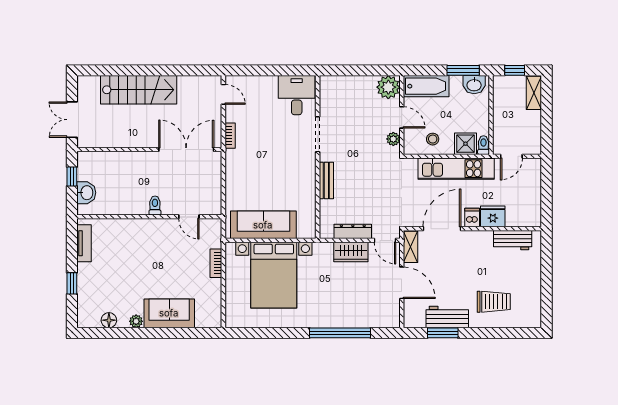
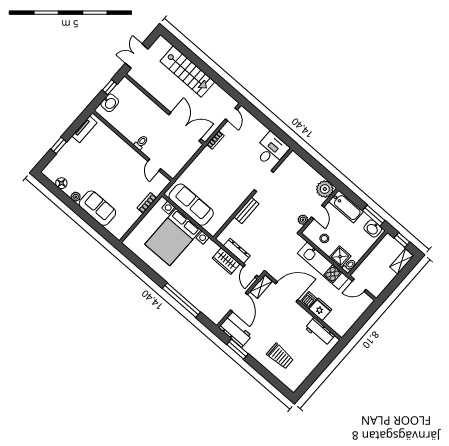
workbench: (447, 317) -> (235, 332), moved

